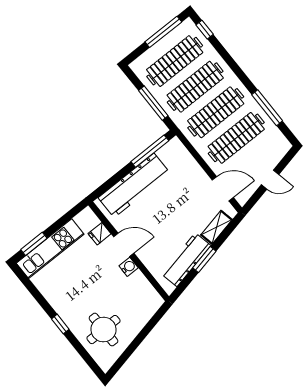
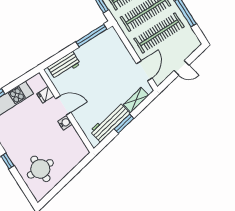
workbench: (134, 185) -> (64, 65), width x0.53, depth x0.76
door: (223, 189) -> (144, 71), hinge flipped

